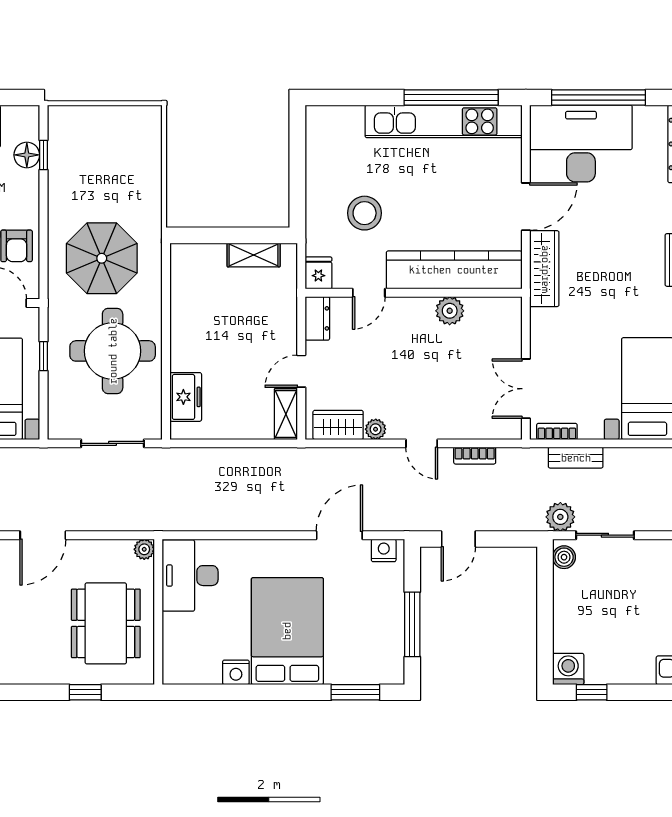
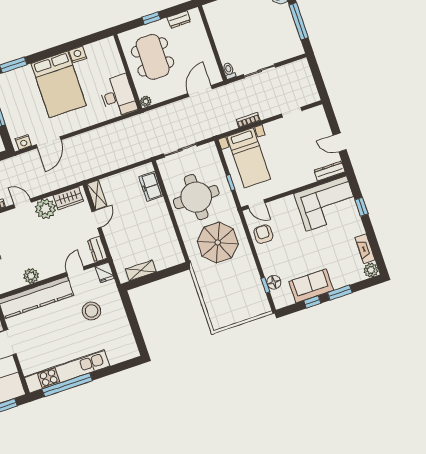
plant: (376, 429) -> (45, 209), width x1.88, depth x1.88
dresser: (37, 674) -> (179, 20), added

